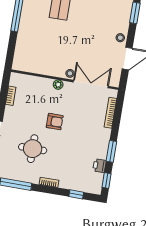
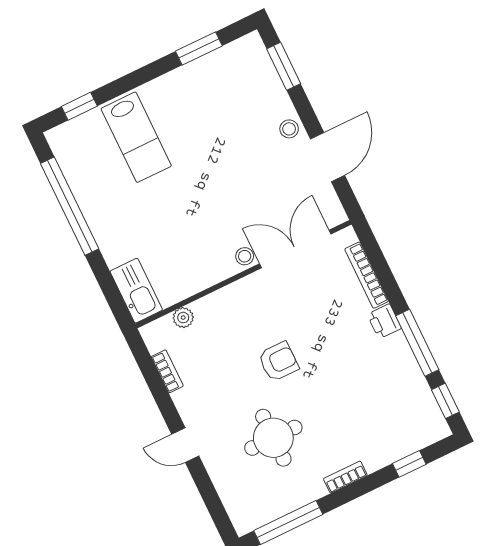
kitchen sink: (20, 57) -> (136, 291), added
plant: (58, 85) -> (183, 318), moved
window: (111, 151) -> (417, 343), width x1.44
printer: (100, 166) -> (384, 321), moved

